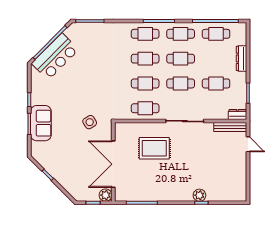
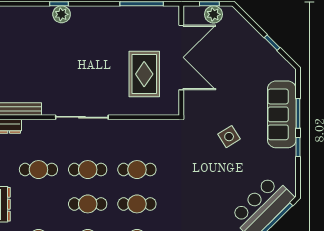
cafe table: (145, 108) -> (137, 135), removed
side table: (90, 122) -> (229, 137), moved
sofa: (41, 123) -> (282, 114), width x1.36
rug: (154, 148) -> (144, 74), moved, turned 90
plant: (106, 195) -> (214, 14), moved

